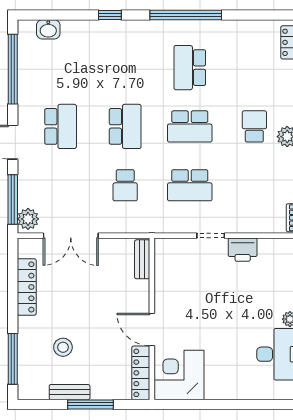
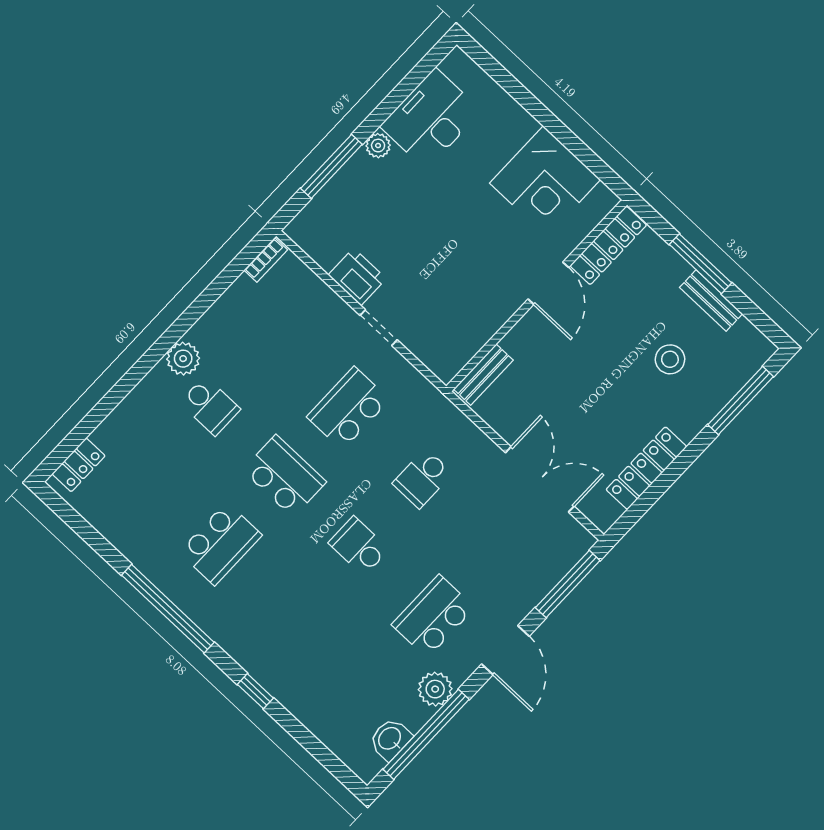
washbasin: (48, 29) -> (390, 739), moved, turned -90
school desk: (125, 126) -> (359, 546), width x0.54
school desk: (254, 126) -> (210, 406), turned -90
school desk: (125, 185) -> (423, 478), turned 180
school desk: (190, 185) -> (348, 408), turned -90
plant: (28, 219) -> (435, 689), moved
corner desk: (179, 375) -> (545, 181), moved

